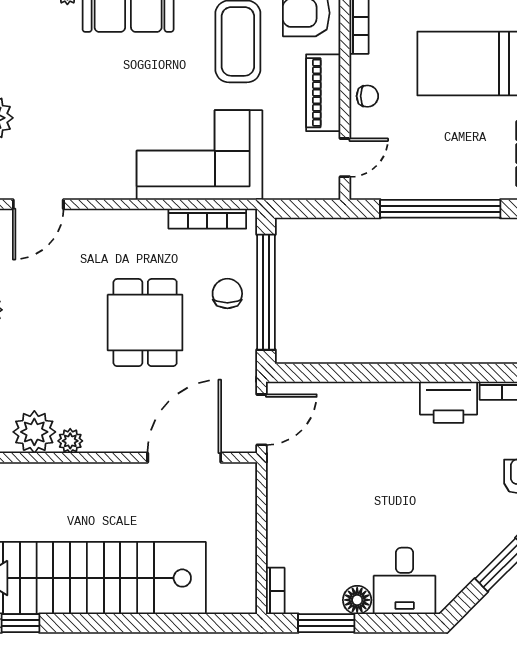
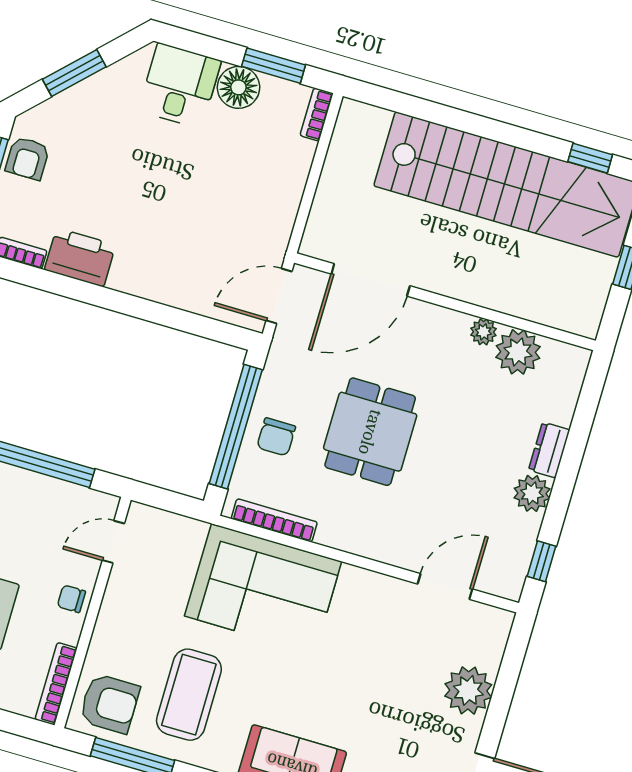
piano: (323, 93) -> (116, 616), removed
floor lamp: (357, 600) -> (238, 87), width x1.38, depth x1.38

